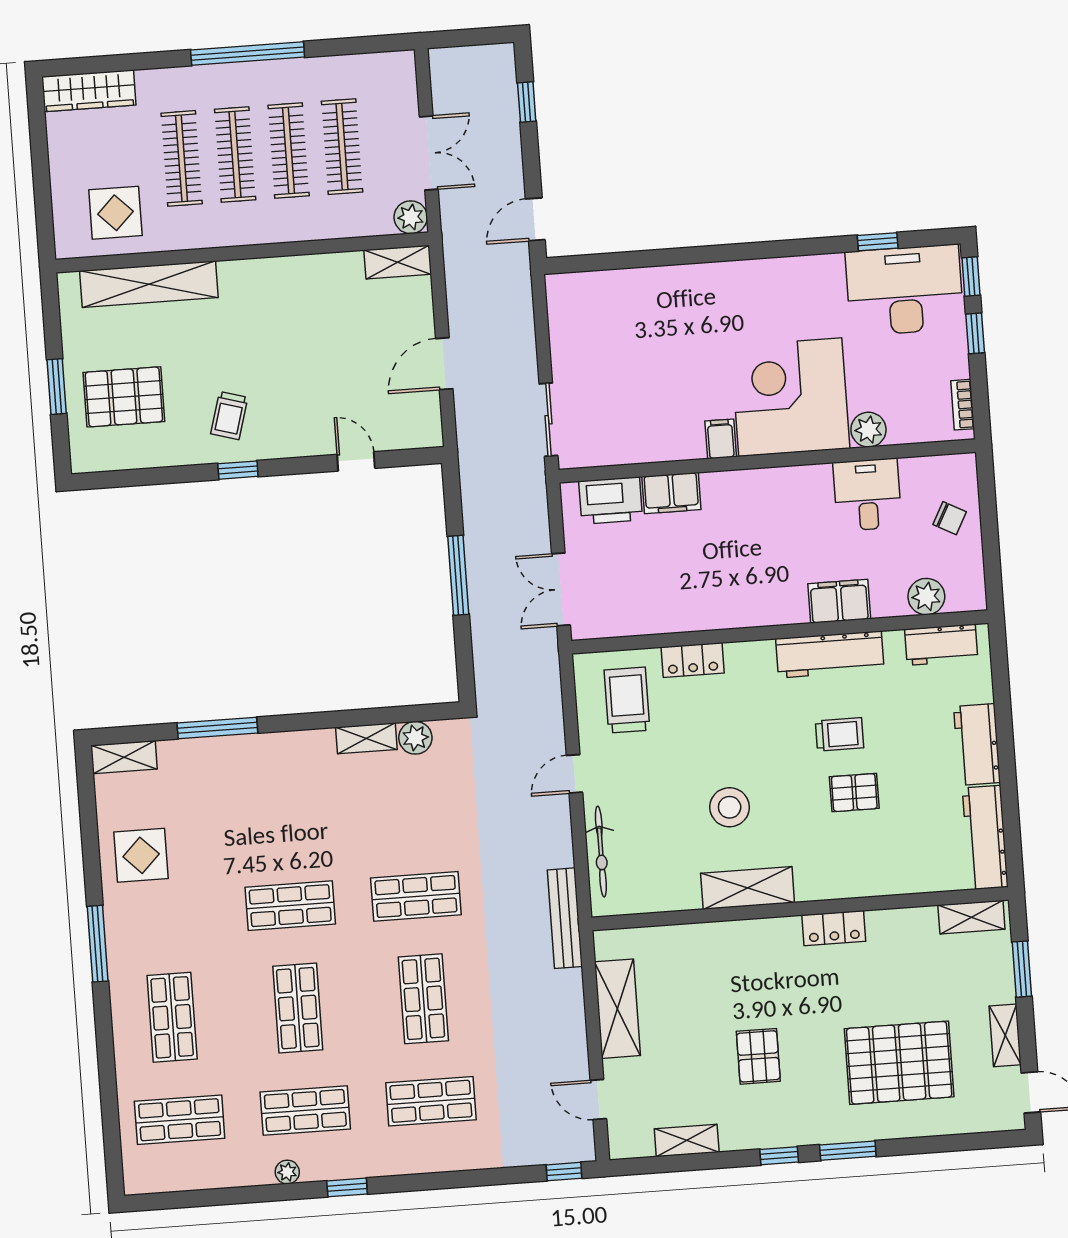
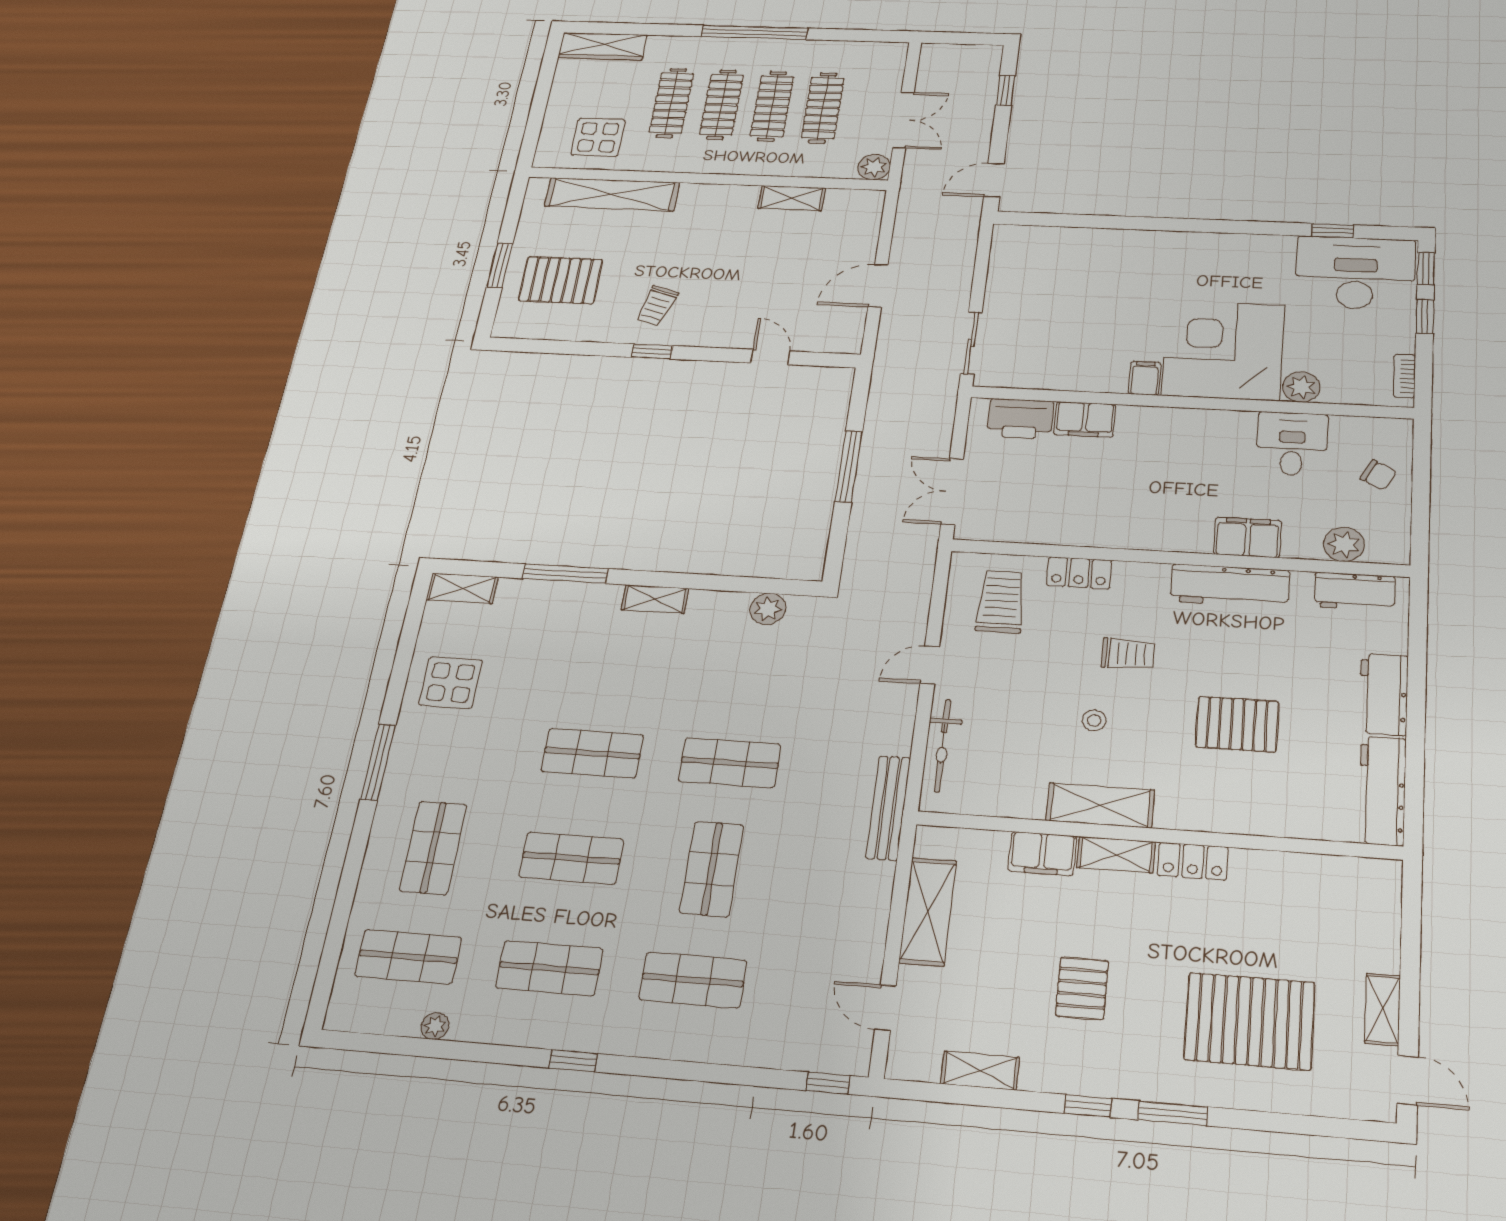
shelving: (398, 262) -> (792, 198), moved
trolley: (839, 734) -> (1128, 654), moved
shelving: (366, 738) -> (655, 599), moved
pallet: (854, 793) -> (1237, 724), width x1.50, depth x1.42
stool: (730, 807) -> (1094, 720), width x0.53, depth x0.53
shelving: (971, 917) -> (1116, 855), moved
filing cabinet: (705, 941) -> (1042, 854), added
window: (1022, 969) -> (1411, 938), removed
shop shelf: (298, 1008) -> (571, 858), turned 90
plant: (287, 1172) -> (435, 1026), moved

